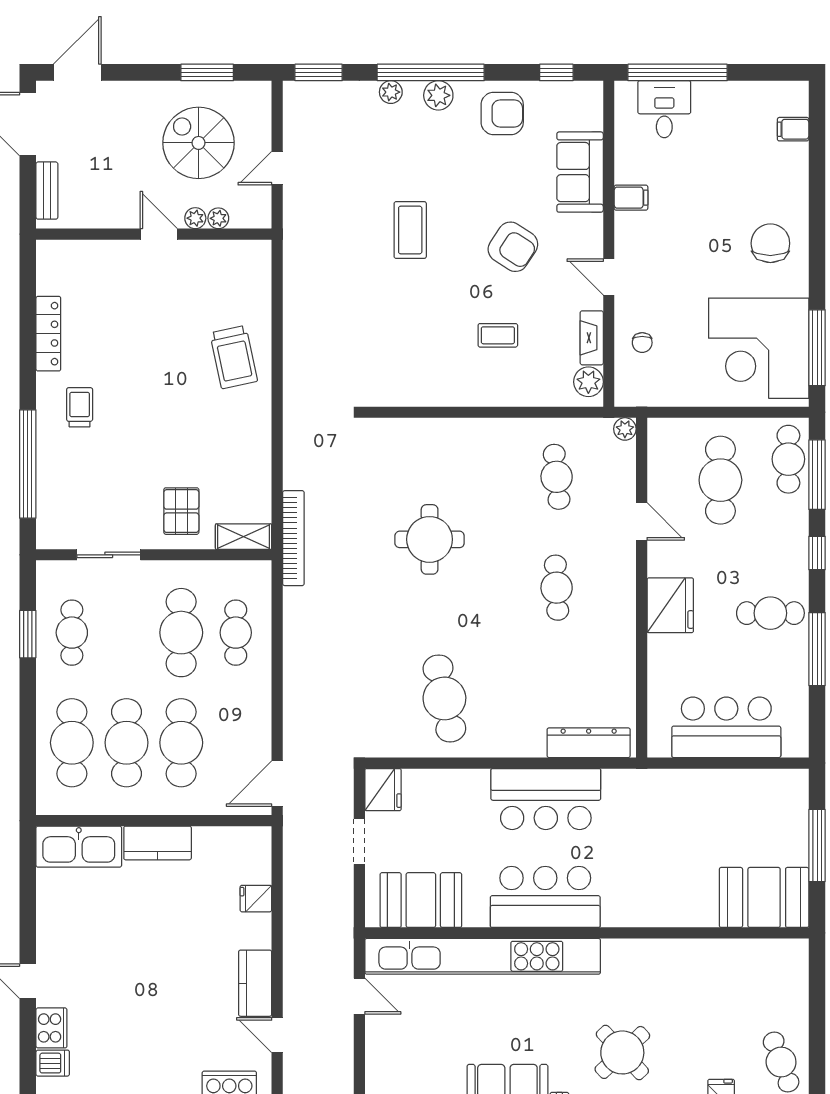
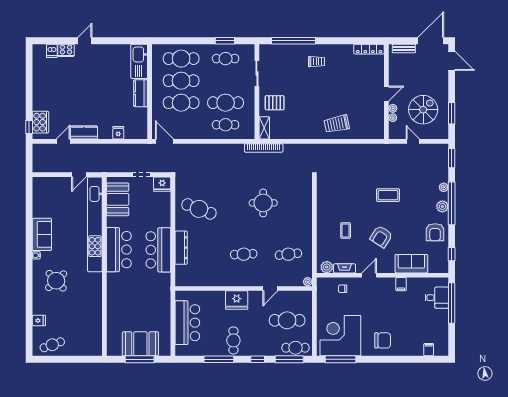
locker: (48, 334) -> (369, 49), moved
cafe table: (444, 698) -> (199, 209), turned 33
dresser: (589, 743) -> (181, 248), moved
booth: (764, 897) -> (140, 344), moved, turned 90

